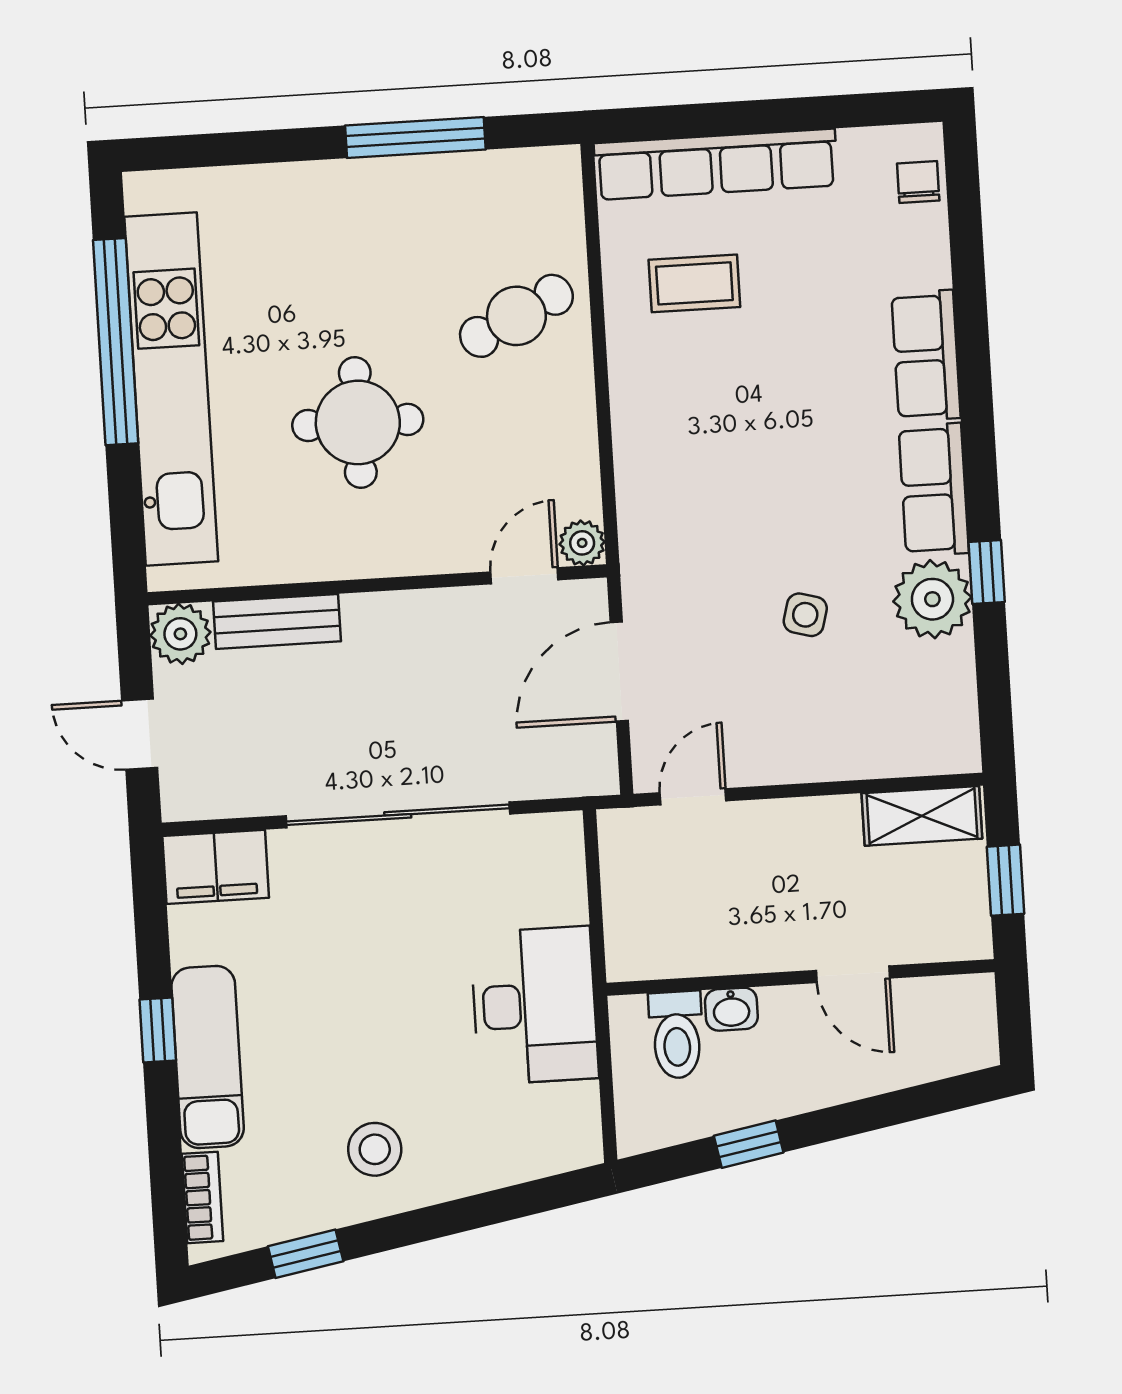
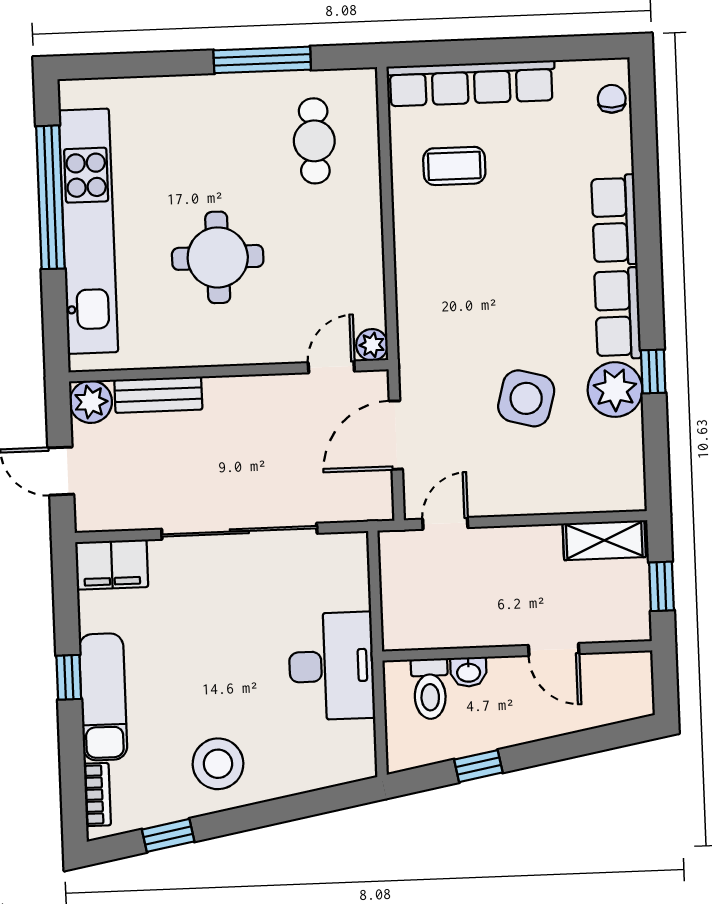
cafe table: (516, 316) -> (314, 141), moved, turned -64
side table: (805, 615) -> (526, 398), width x1.87, depth x1.87
stool: (375, 1149) -> (218, 764), width x1.38, depth x1.38

